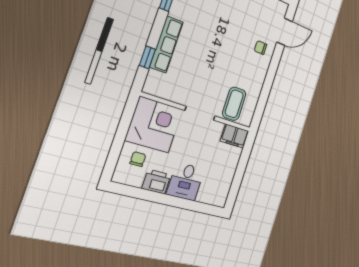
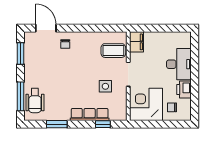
side table: (195, 79) -> (105, 86), added
desk: (186, 182) -> (179, 64), width x1.37

